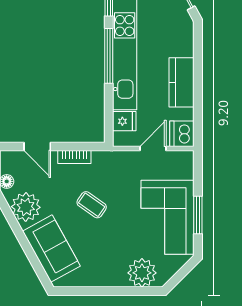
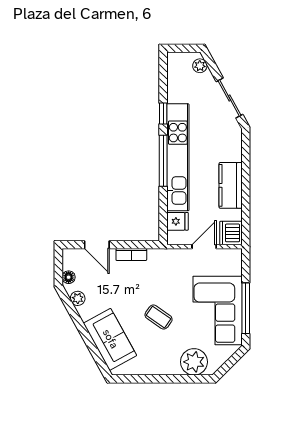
coffee table: (92, 205) -> (159, 317), moved
plant: (26, 207) -> (78, 298), width x0.53, depth x0.53
window: (198, 215) -> (246, 308), width x1.44

